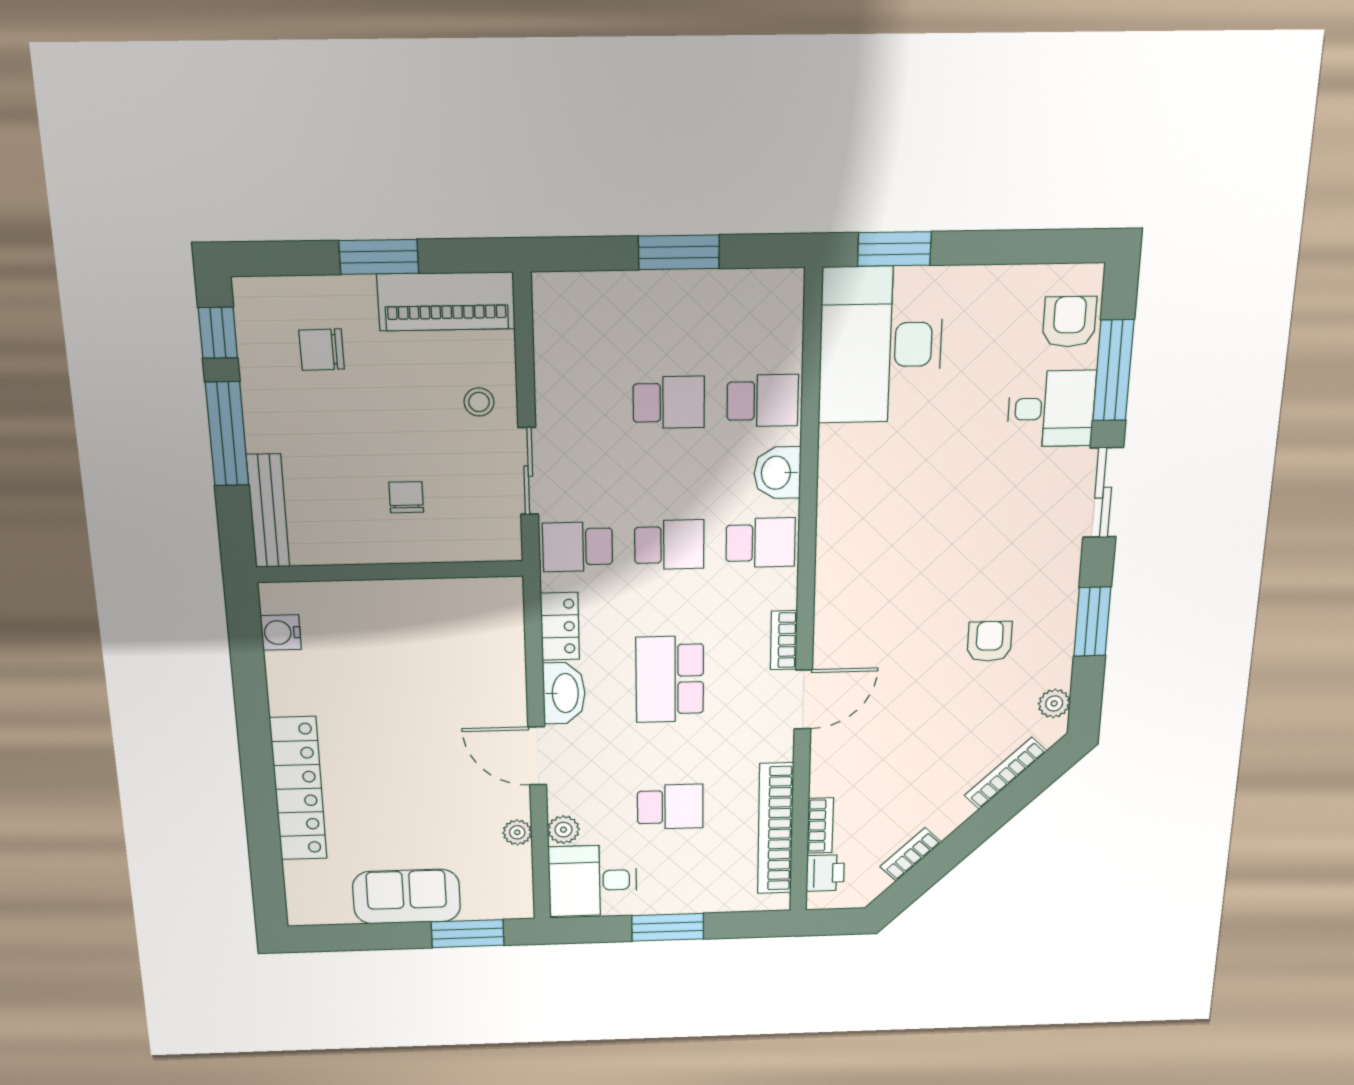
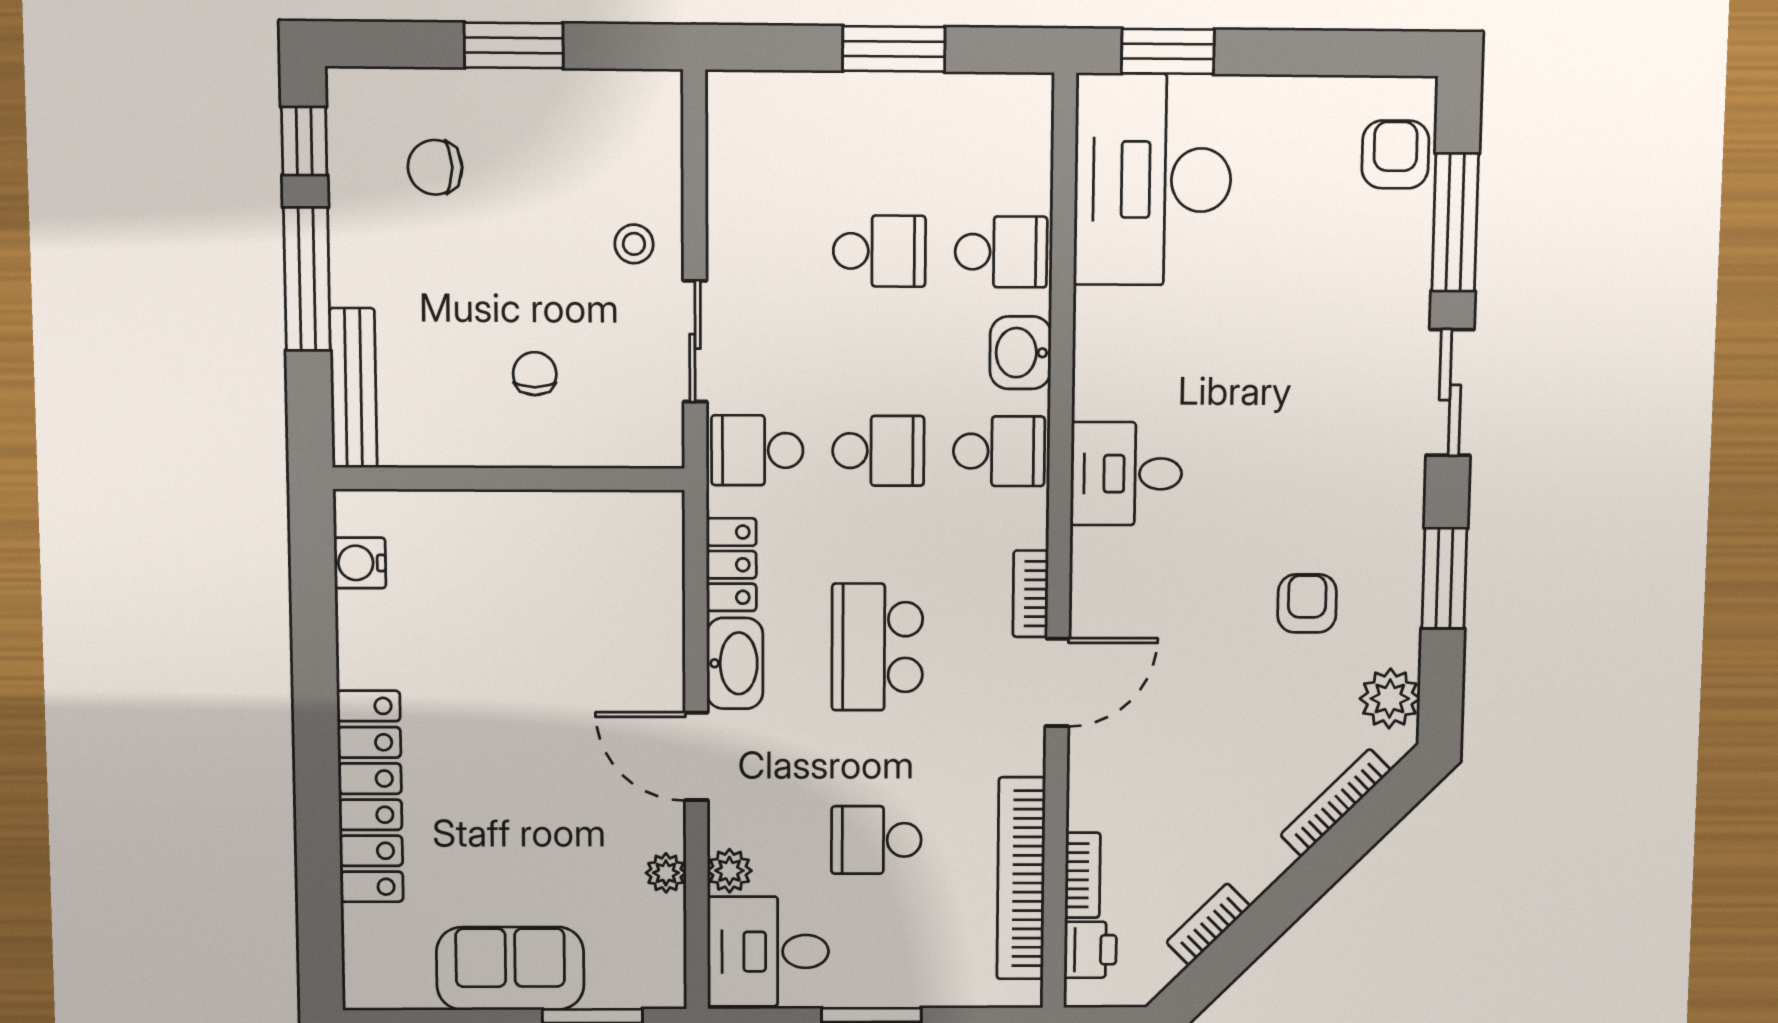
piano: (446, 301) -> (597, 107), removed
desk: (1051, 409) -> (1126, 474), moved, turned 180
plant: (1054, 703) -> (1390, 699), width x1.38, depth x1.38
school desk: (670, 807) -> (876, 840), turned 180

